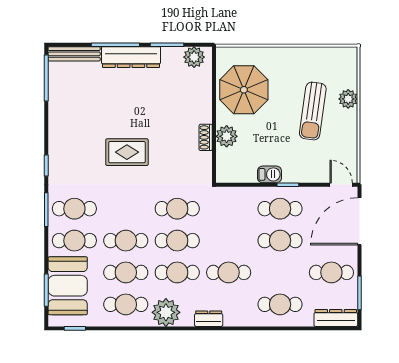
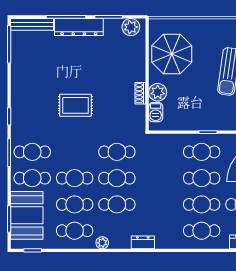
barbecue: (270, 174) -> (156, 112), moved, turned 90
cafe table: (229, 272) -> (202, 204), moved
plant: (166, 312) -> (102, 243), width x0.53, depth x0.53

